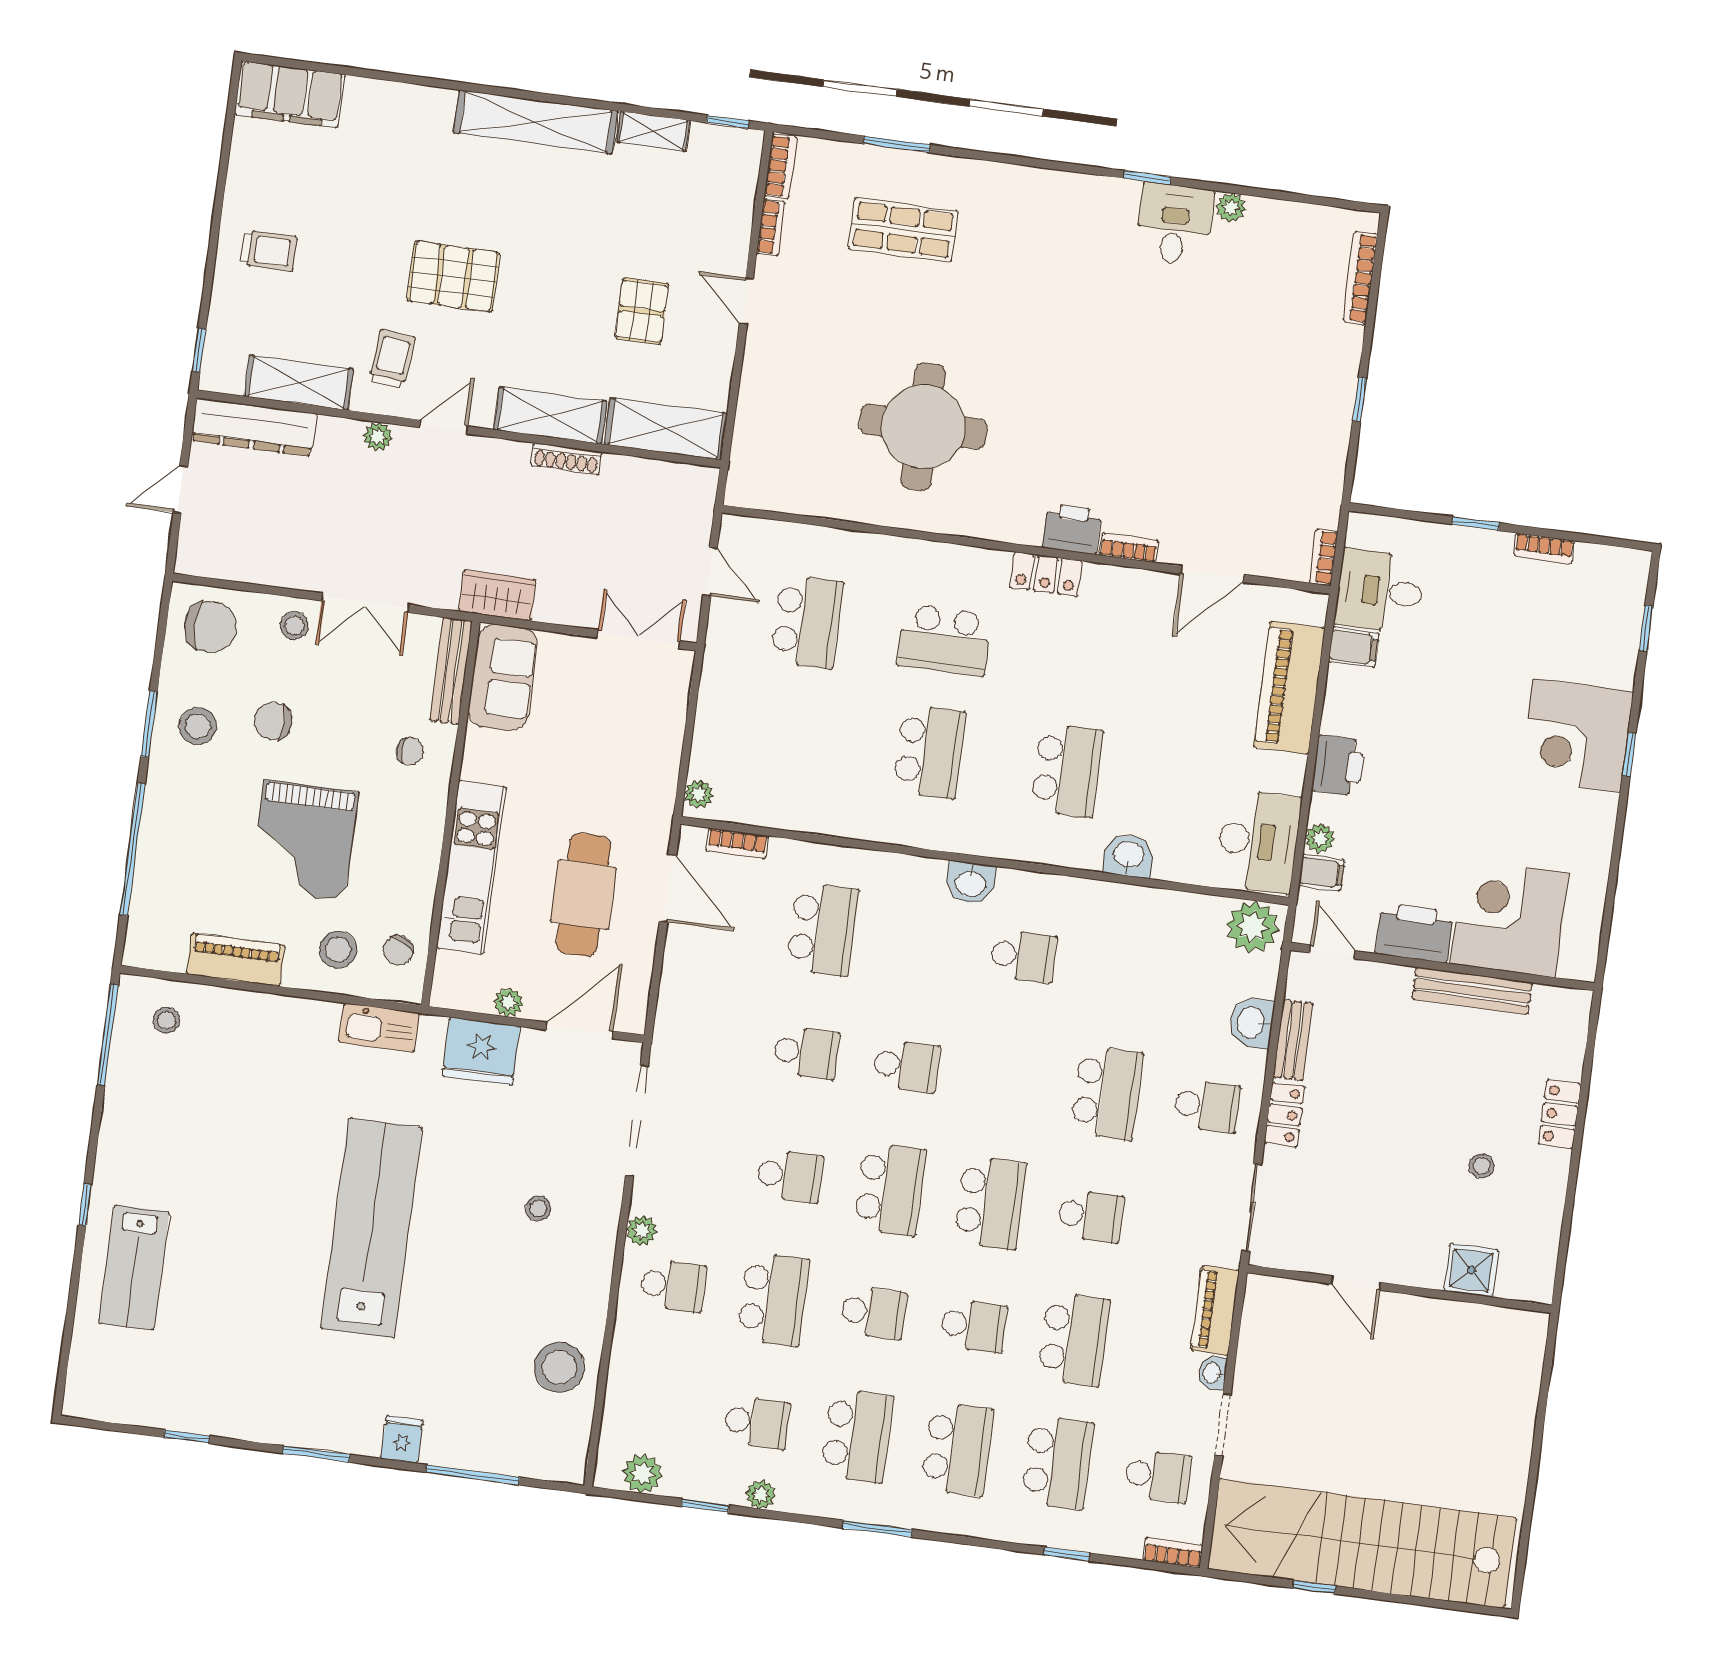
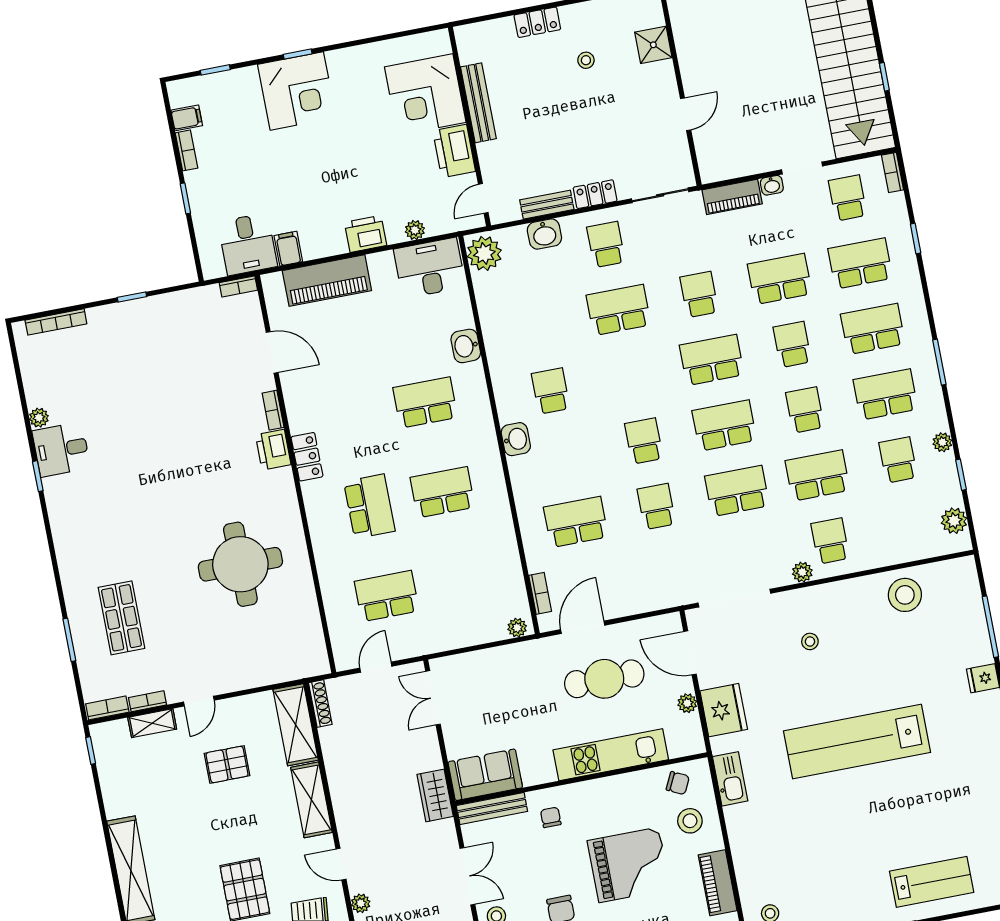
shelving: (653, 131) -> (152, 723), moved, turned 90
shoe rack: (566, 459) -> (320, 703), moved
filing cabinet: (1322, 873) -> (187, 118), moved, turned 90
school desk: (790, 1176) -> (737, 491), width x1.85

